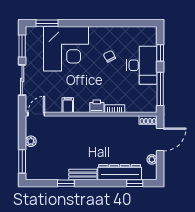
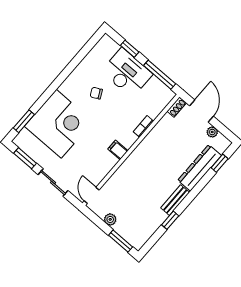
filing cabinet: (68, 105) -> (118, 150), moved
printer: (97, 106) -> (129, 140), removed

